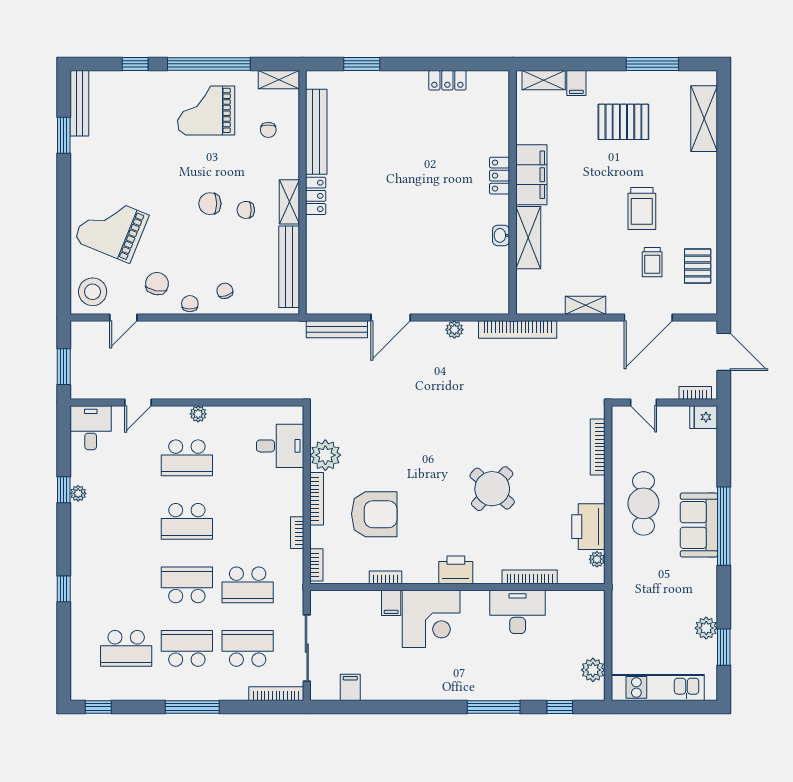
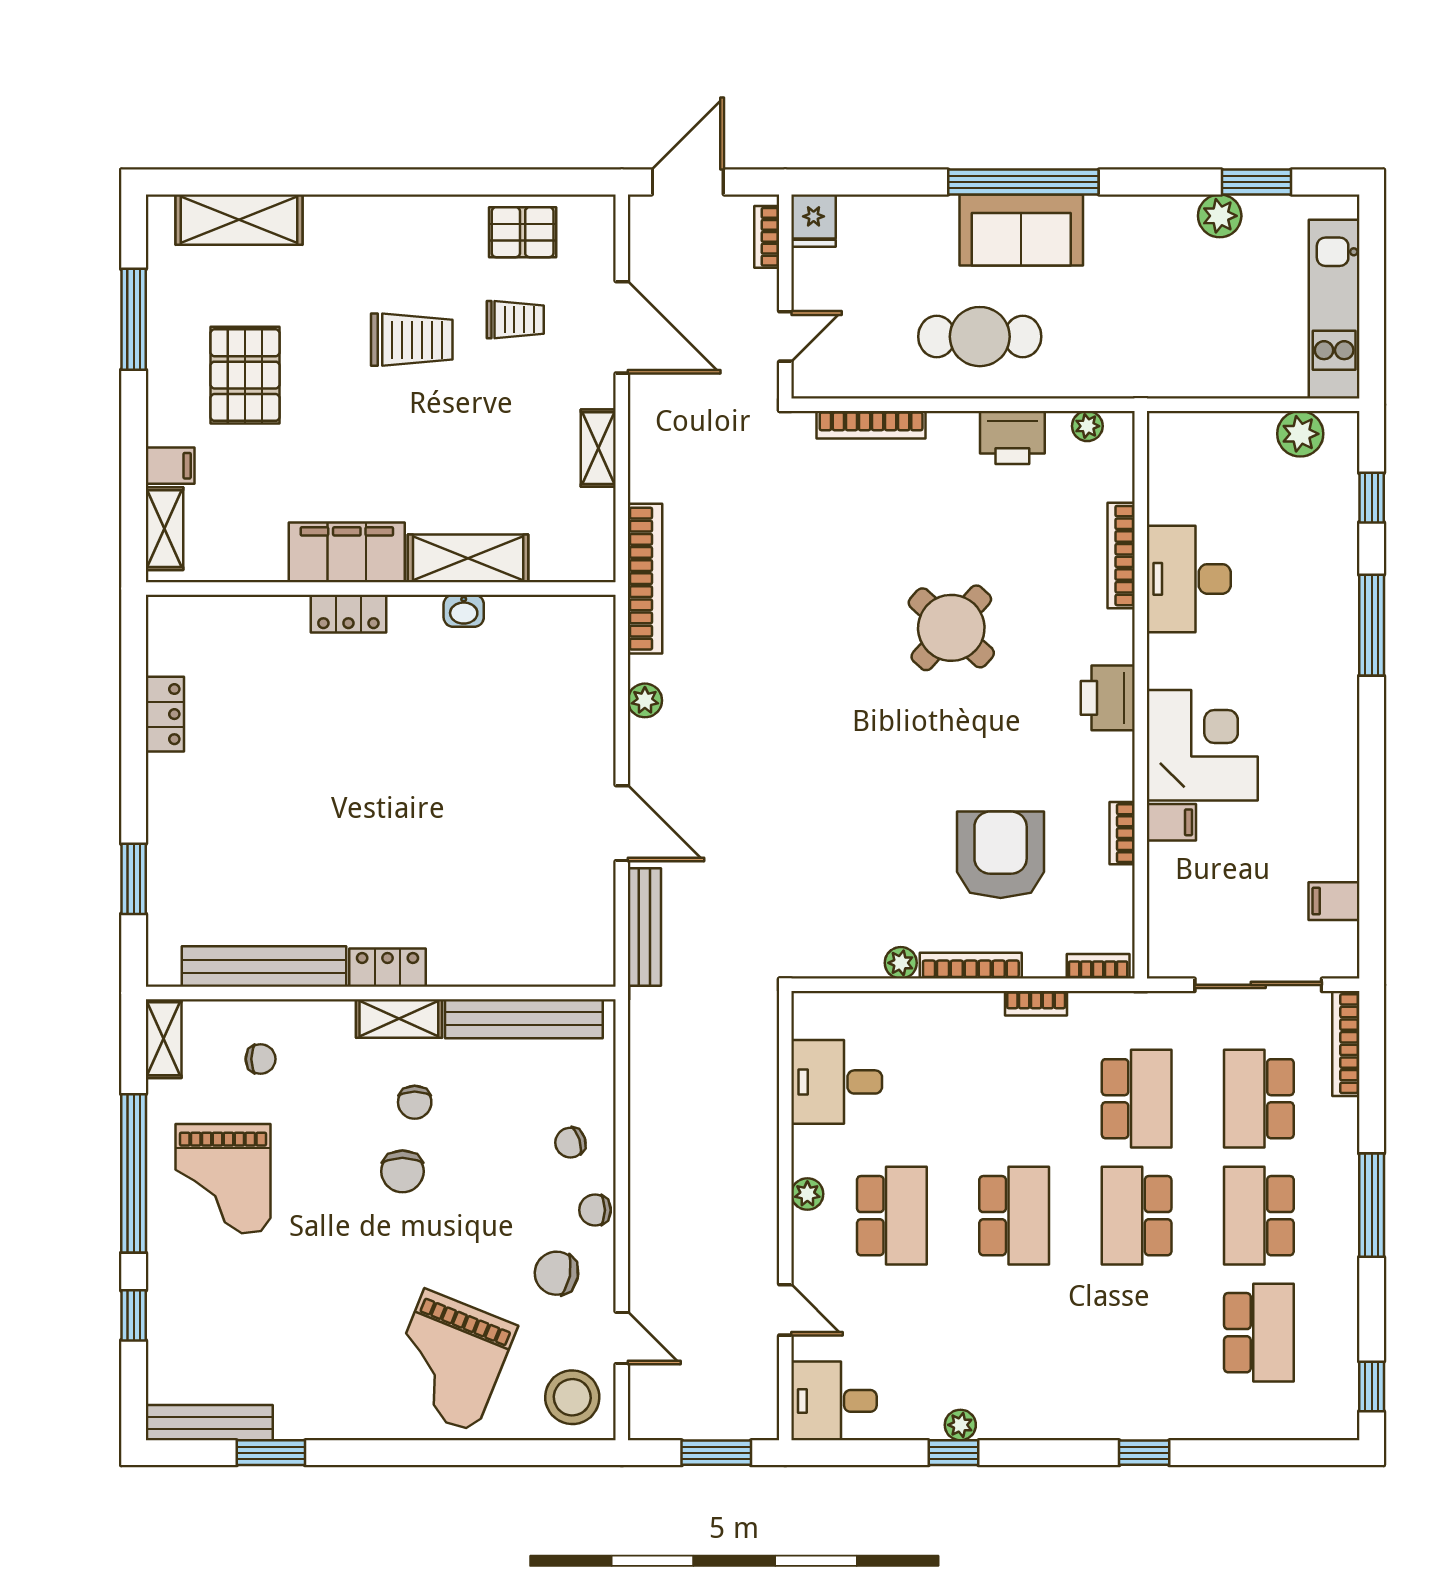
desk: (280, 446) -> (837, 1082), moved, turned -90
plant: (325, 455) -> (901, 963), width x0.53, depth x0.53
printer: (588, 527) -> (1012, 437), width x0.73, depth x0.84

